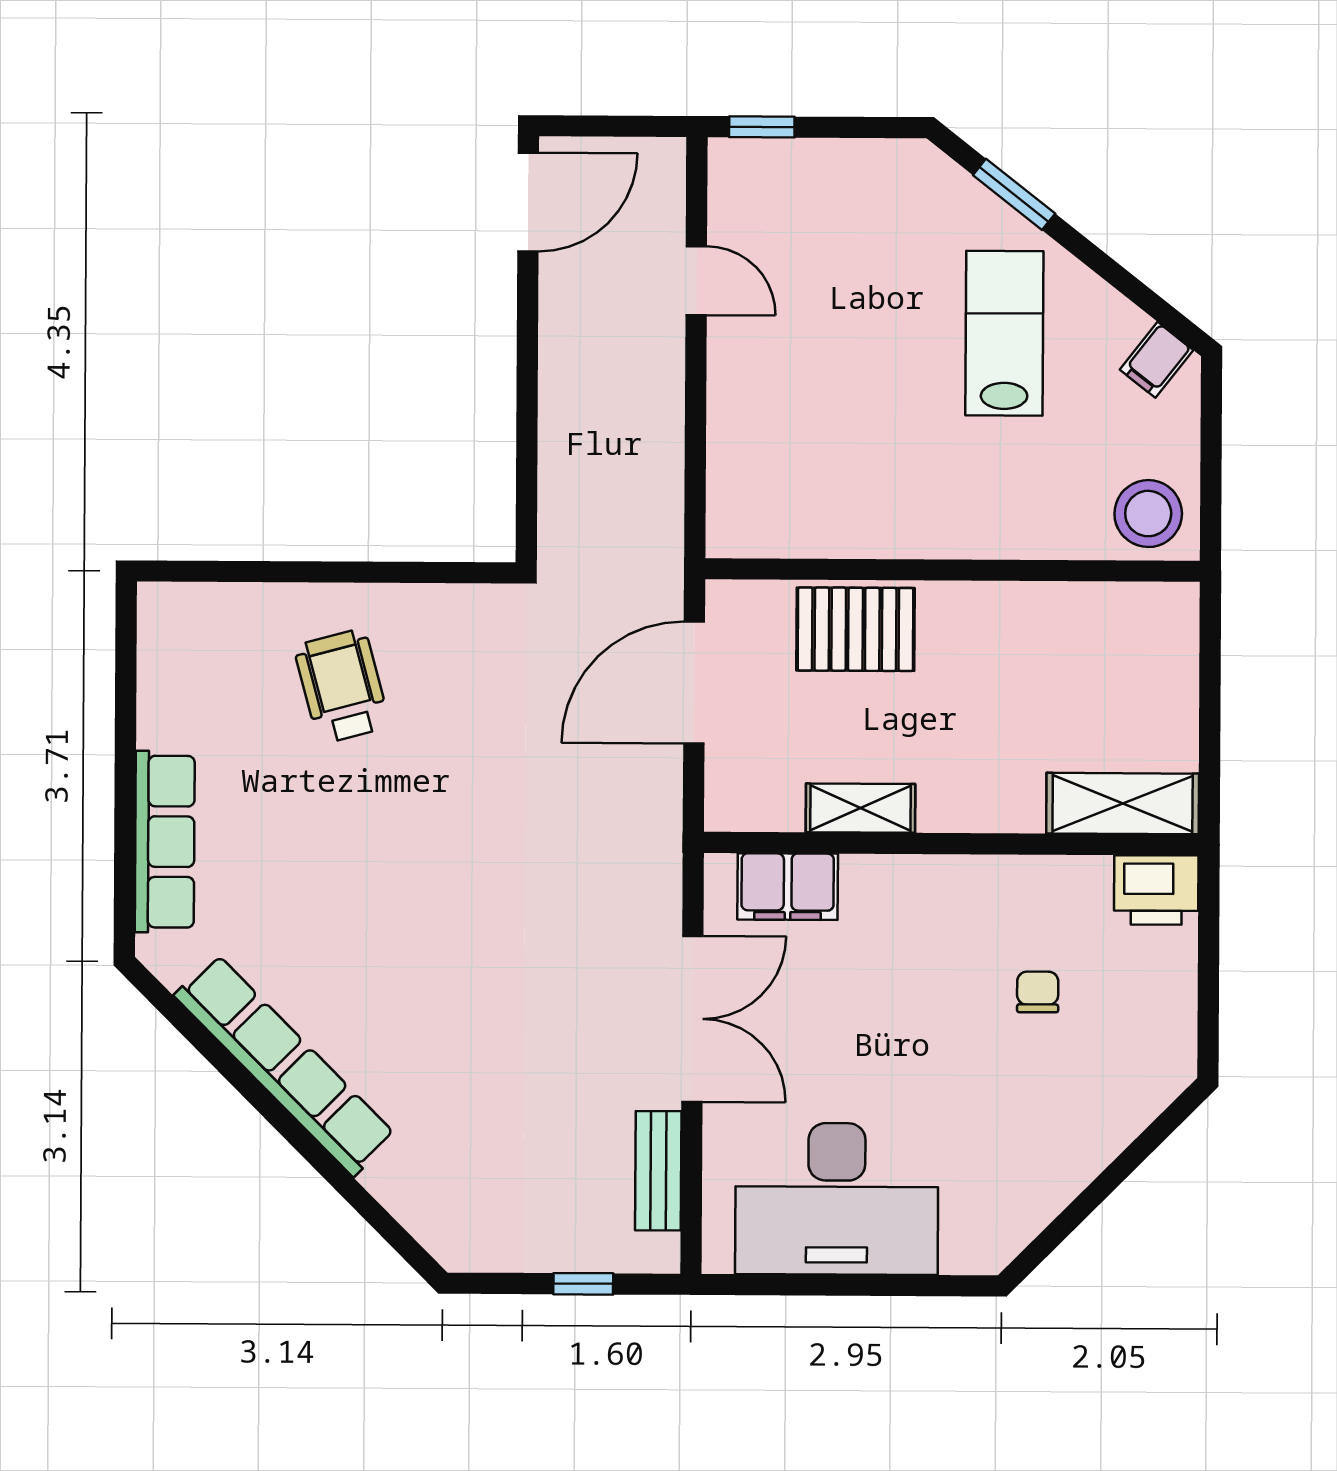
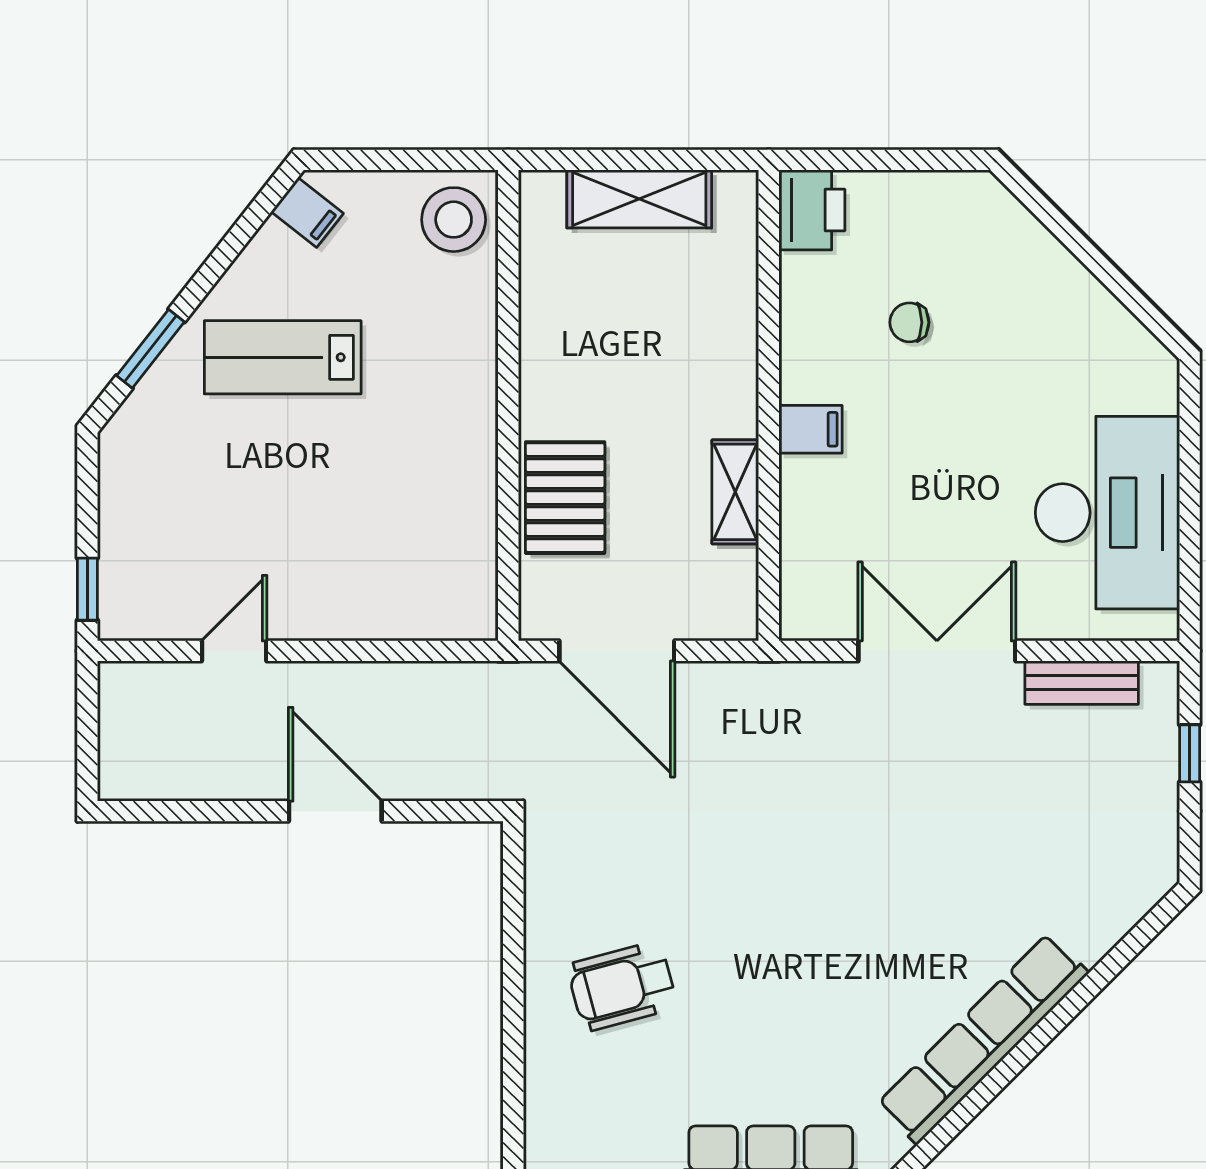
door: (528, 202) -> (335, 811), moved
shelving: (1123, 804) -> (639, 199), moved, turned 90
filing cabinet: (788, 887) -> (810, 429), moved, width x0.50

